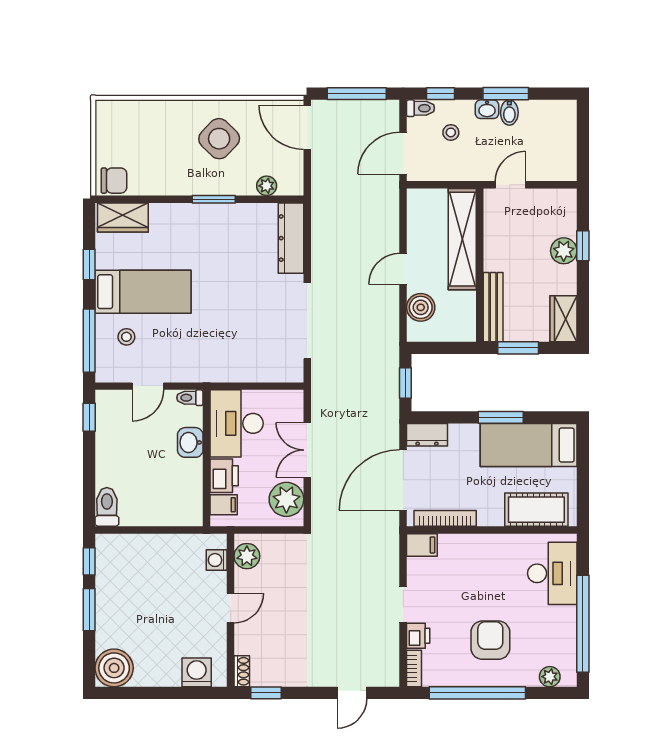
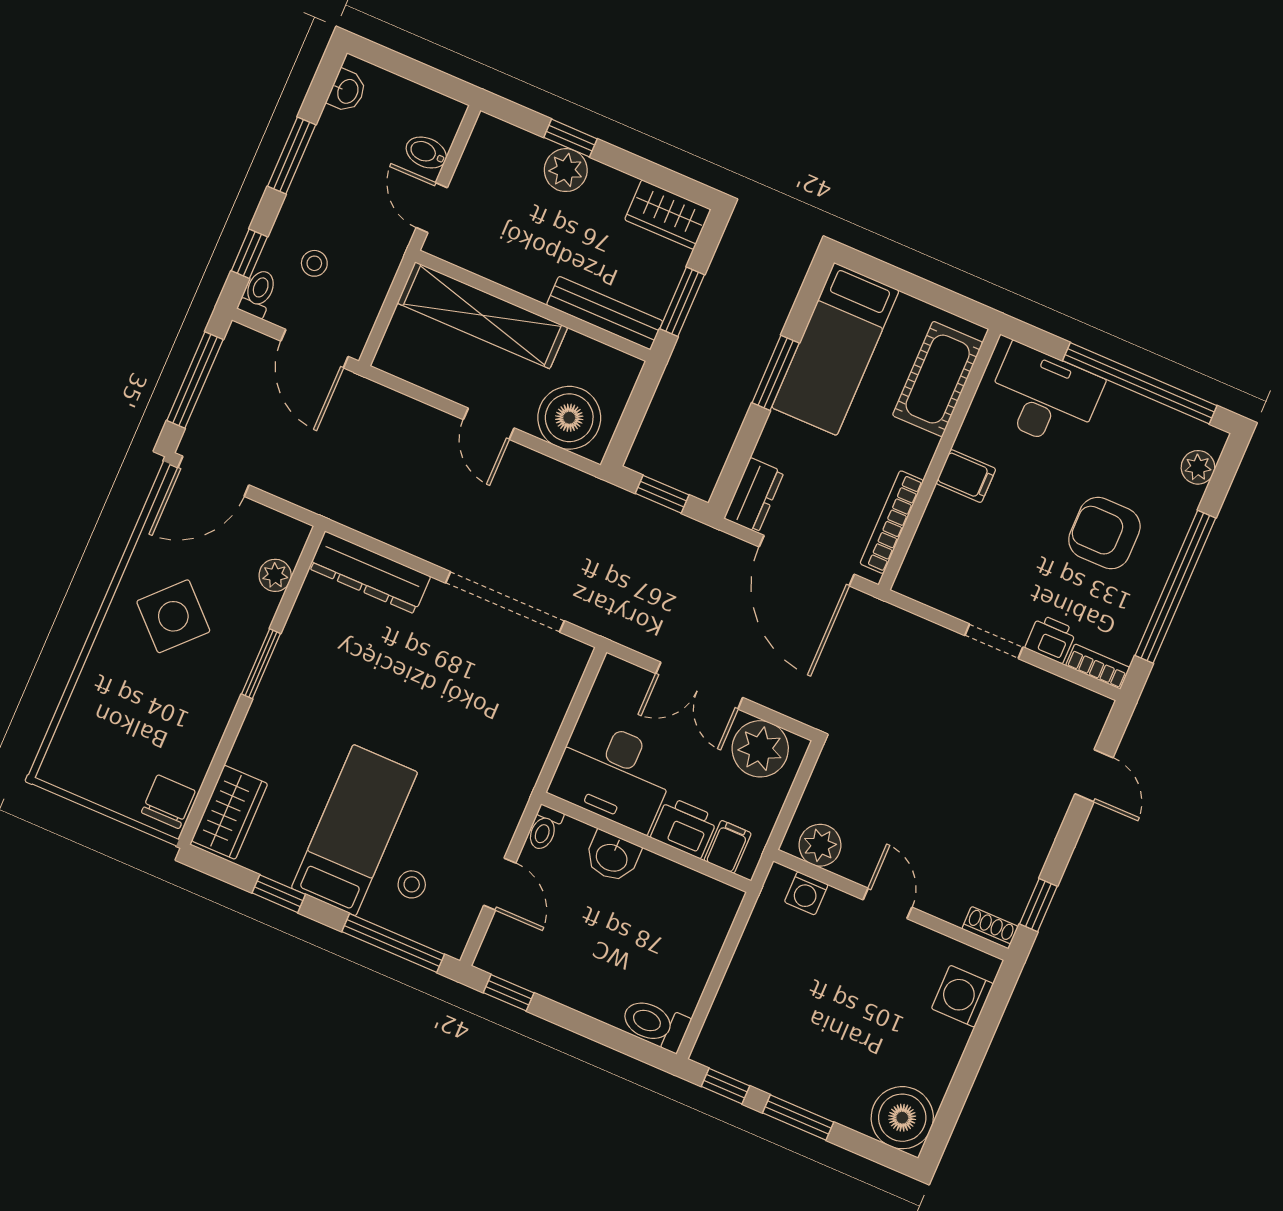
washbasin: (487, 109) -> (347, 91), moved
bidet: (509, 113) -> (426, 153), moved, turned 180
boiler: (421, 307) -> (569, 418), width x1.37, depth x1.37
filing cabinet: (422, 545) -> (966, 476), moved, turned 90

